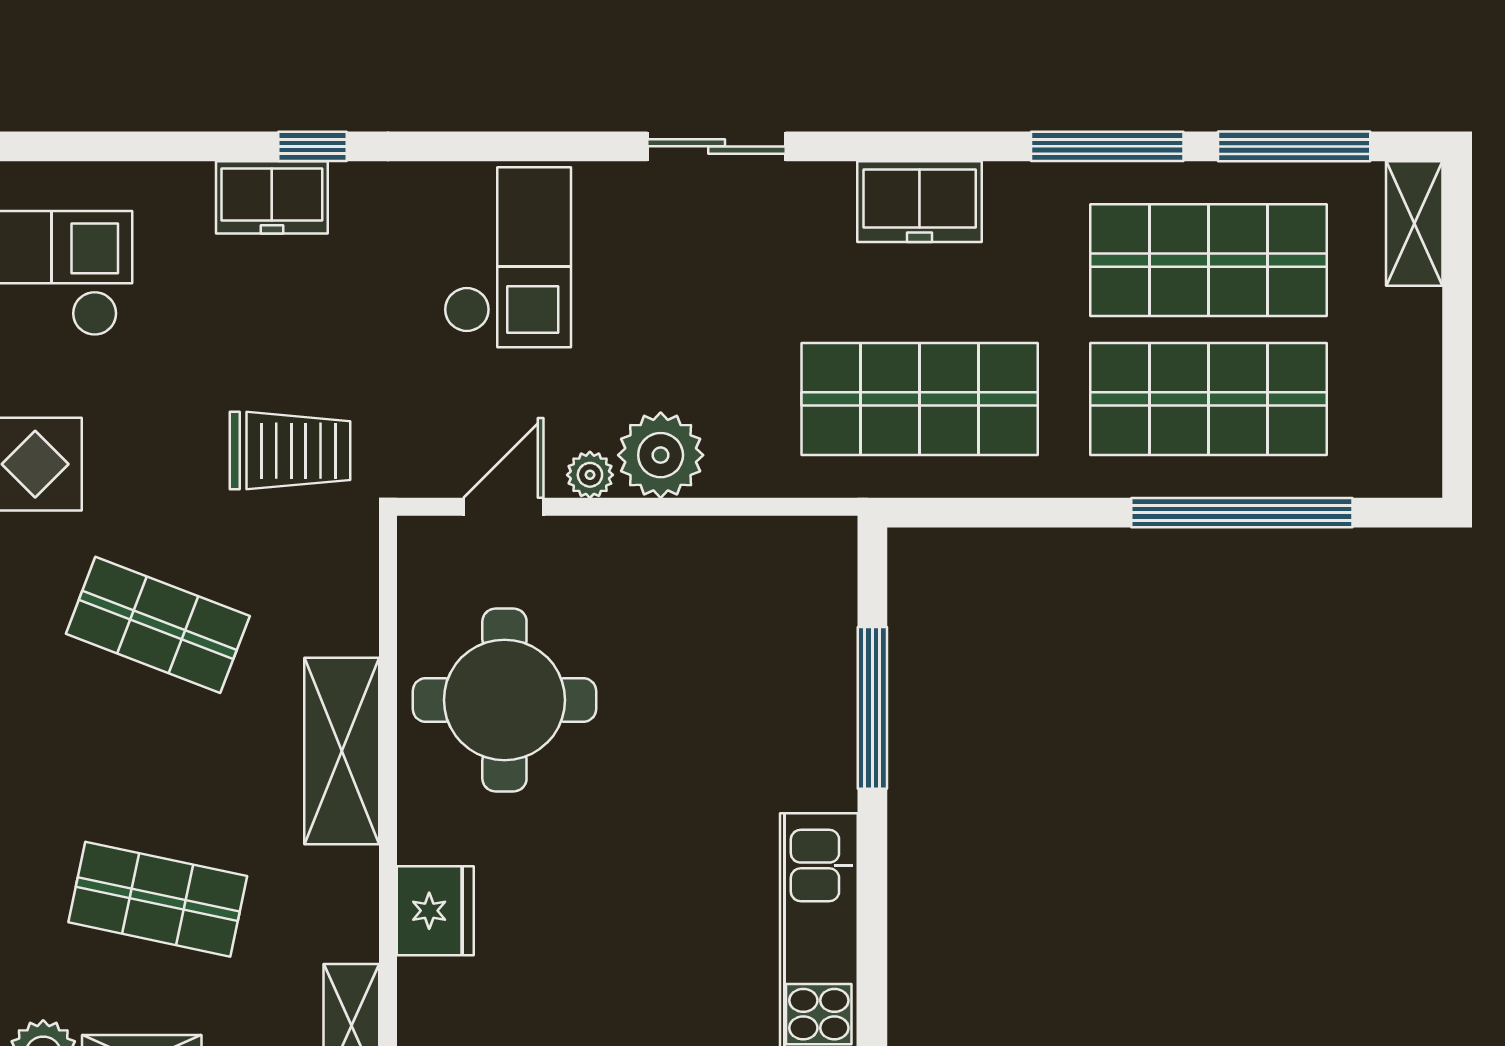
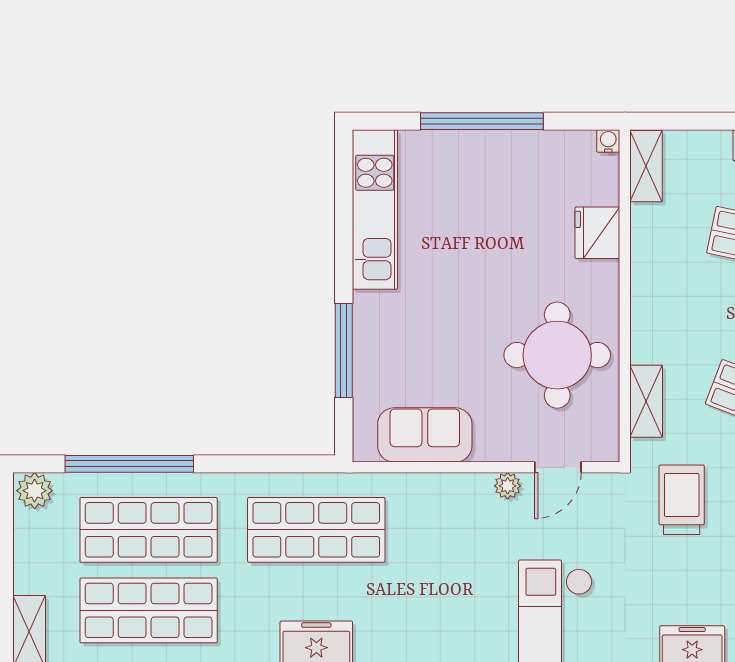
trolley: (290, 451) -> (682, 500), turned 90
plant: (661, 455) -> (35, 491), moved, width x0.73, depth x0.73
sofa: (733, 562) -> (425, 435), added
shelving: (342, 751) -> (646, 401), moved, width x0.67, depth x0.75

